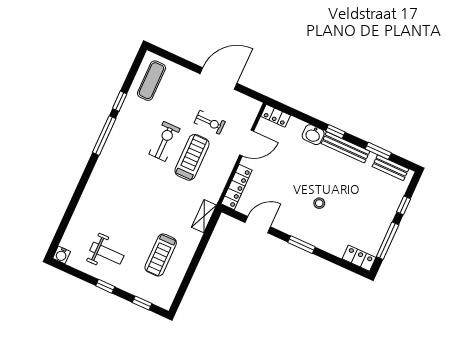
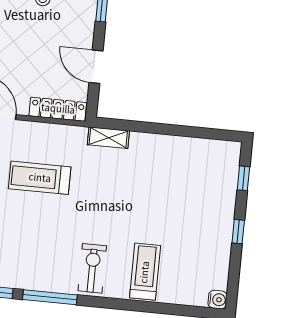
exercise bike: (164, 141) -> (92, 268), moved, turned 90
weight bench: (107, 253) -> (196, 244), removed
treadmill: (161, 255) -> (145, 272), moved, turned -90

